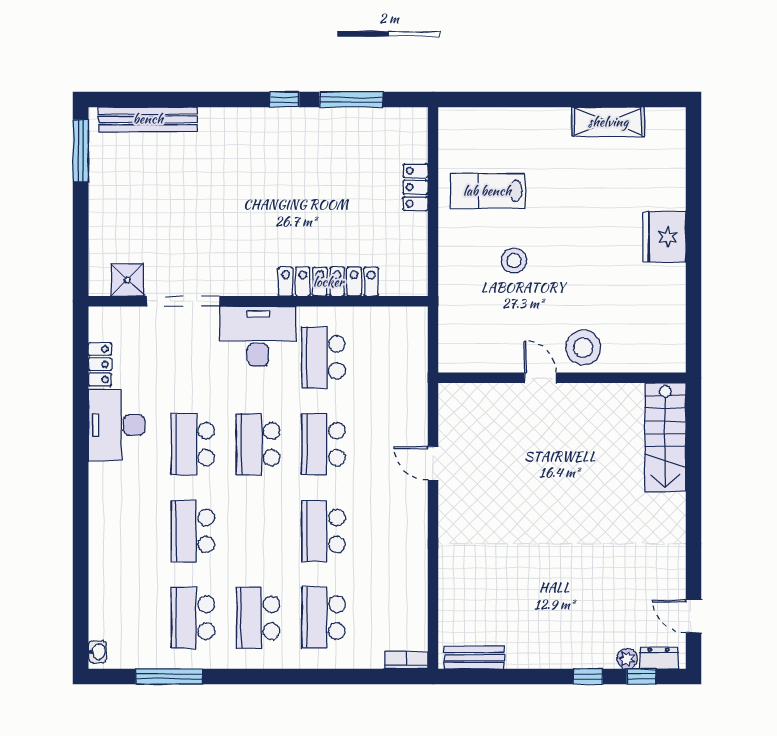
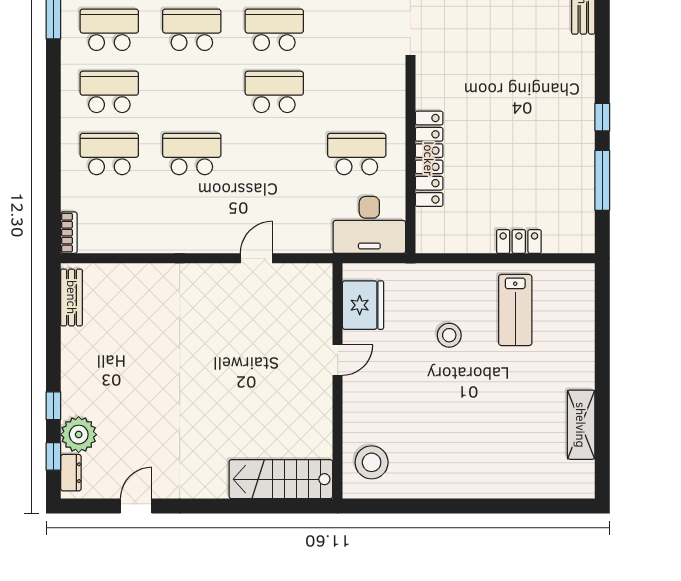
lab bench: (487, 191) -> (515, 310), turned 180
fridge: (664, 237) -> (363, 305), moved, turned 90
desk: (258, 336) -> (369, 225), moved, turned 90
stool: (583, 348) -> (372, 462), moved
school desk: (323, 444) -> (274, 154), removed
door: (694, 616) -> (136, 506), moved
plant: (627, 659) -> (79, 435), width x1.88, depth x1.88

